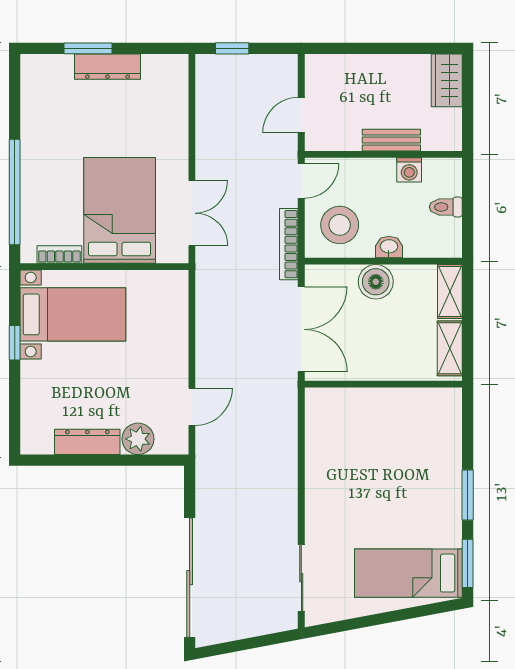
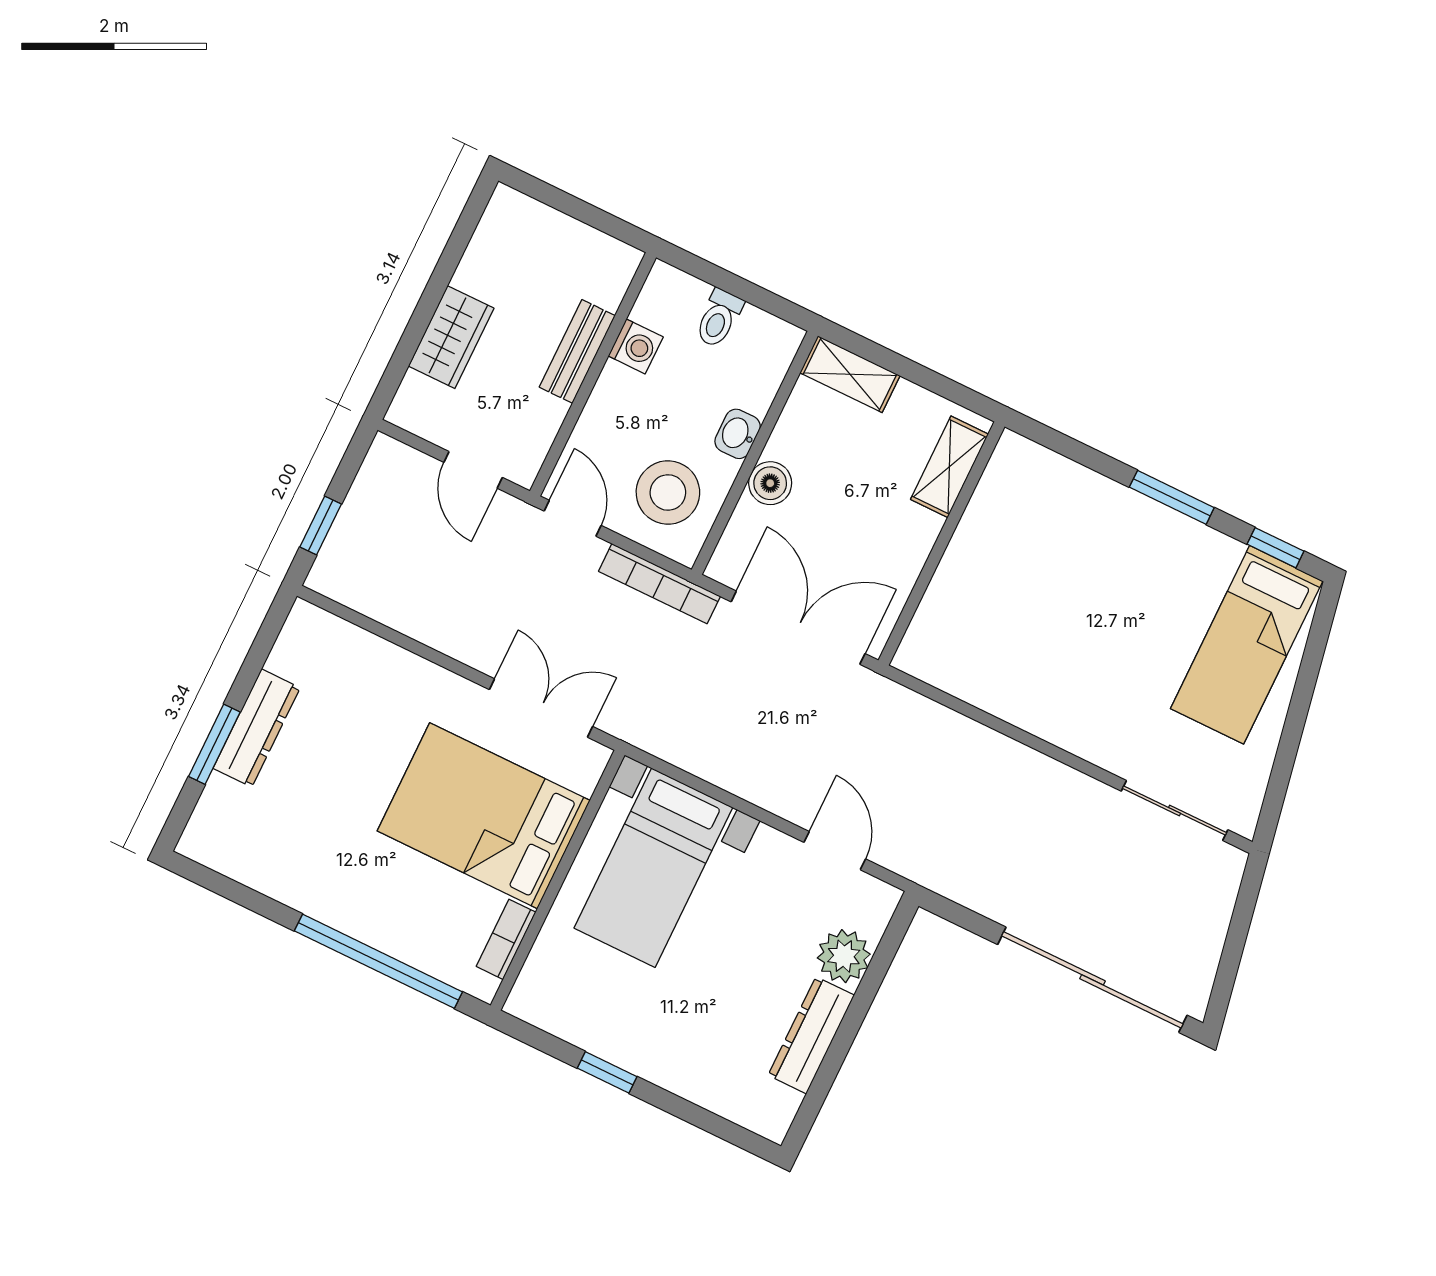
wardrobe: (447, 80) -> (451, 337), moved, turned -90
boiler: (376, 282) -> (770, 483), width x0.73, depth x0.73
bed with nightstands: (73, 314) -> (653, 868), moved, turned 180
shelving: (450, 348) -> (949, 467), moved, turned 90
window: (468, 563) -> (1275, 548), width x0.67

